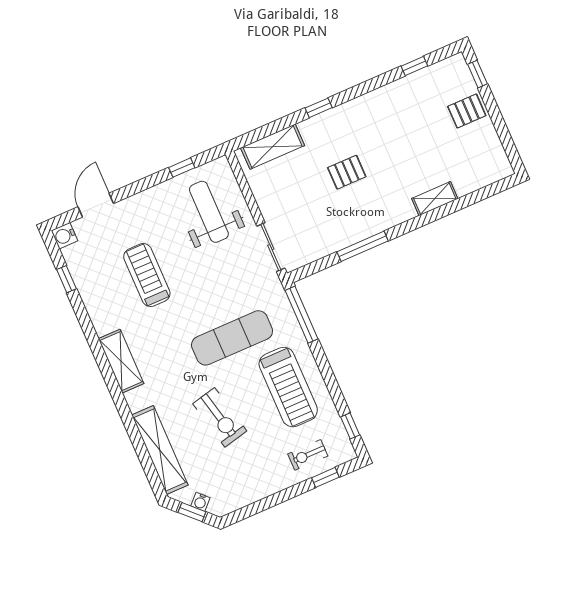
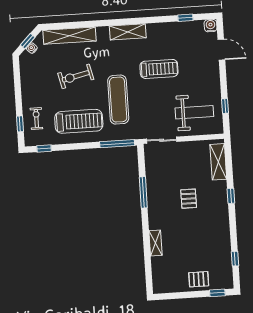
pallet: (467, 111) -> (199, 279), turned 90
treadmill: (147, 275) -> (159, 69), moved
treadmill: (288, 387) -> (79, 121), turned 180

